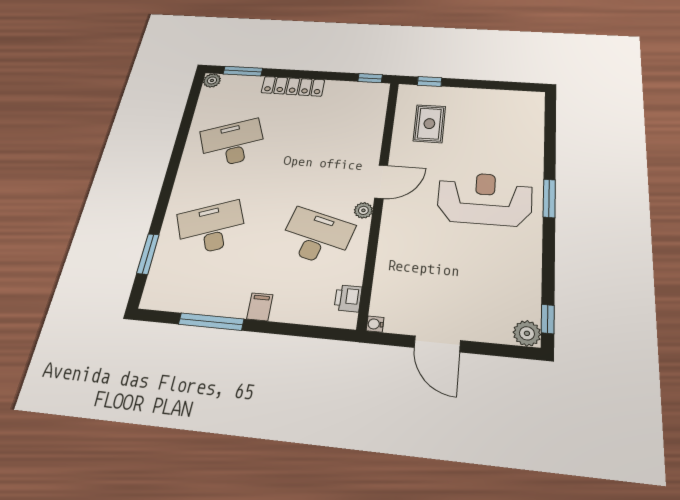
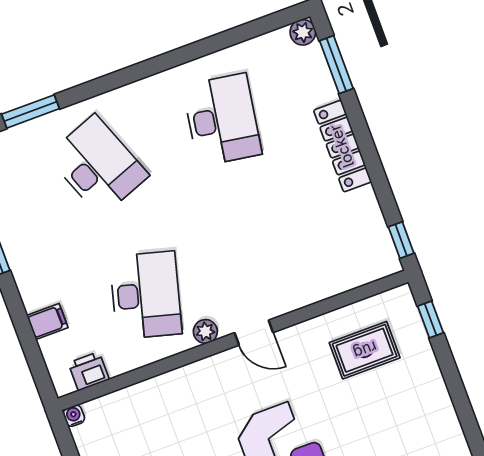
desk: (233, 143) -> (222, 120), turned 30
door: (381, 182) -> (254, 333), width x0.73
filing cabinet: (260, 307) -> (47, 322), moved

